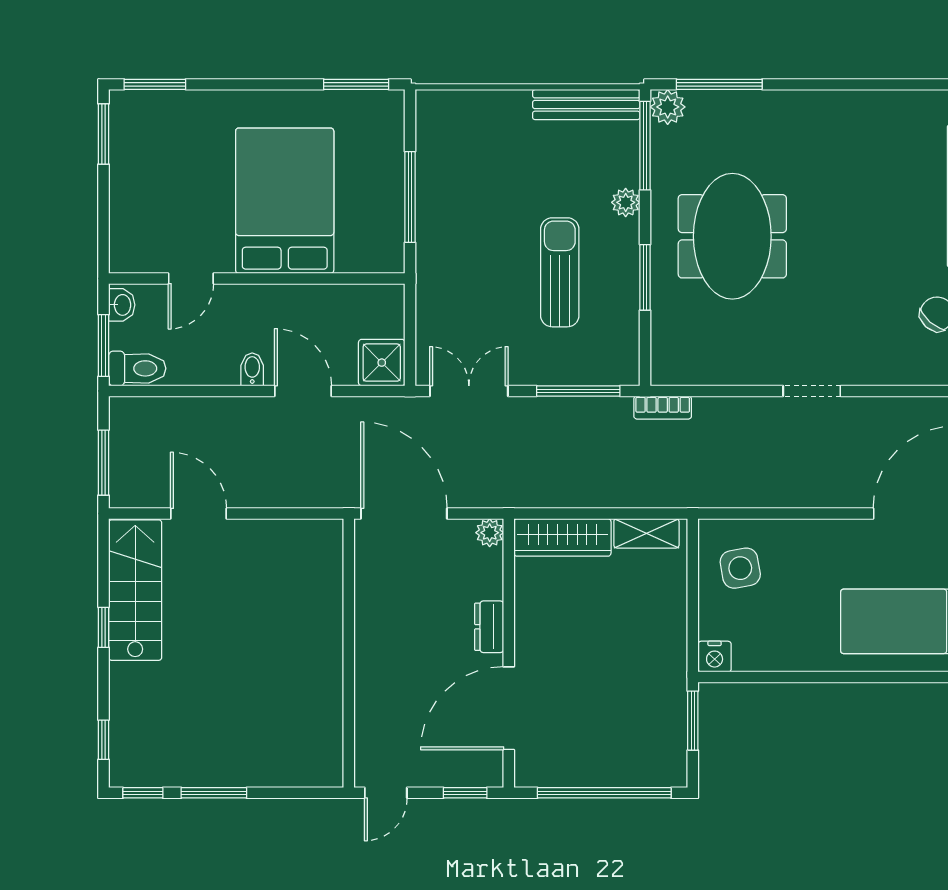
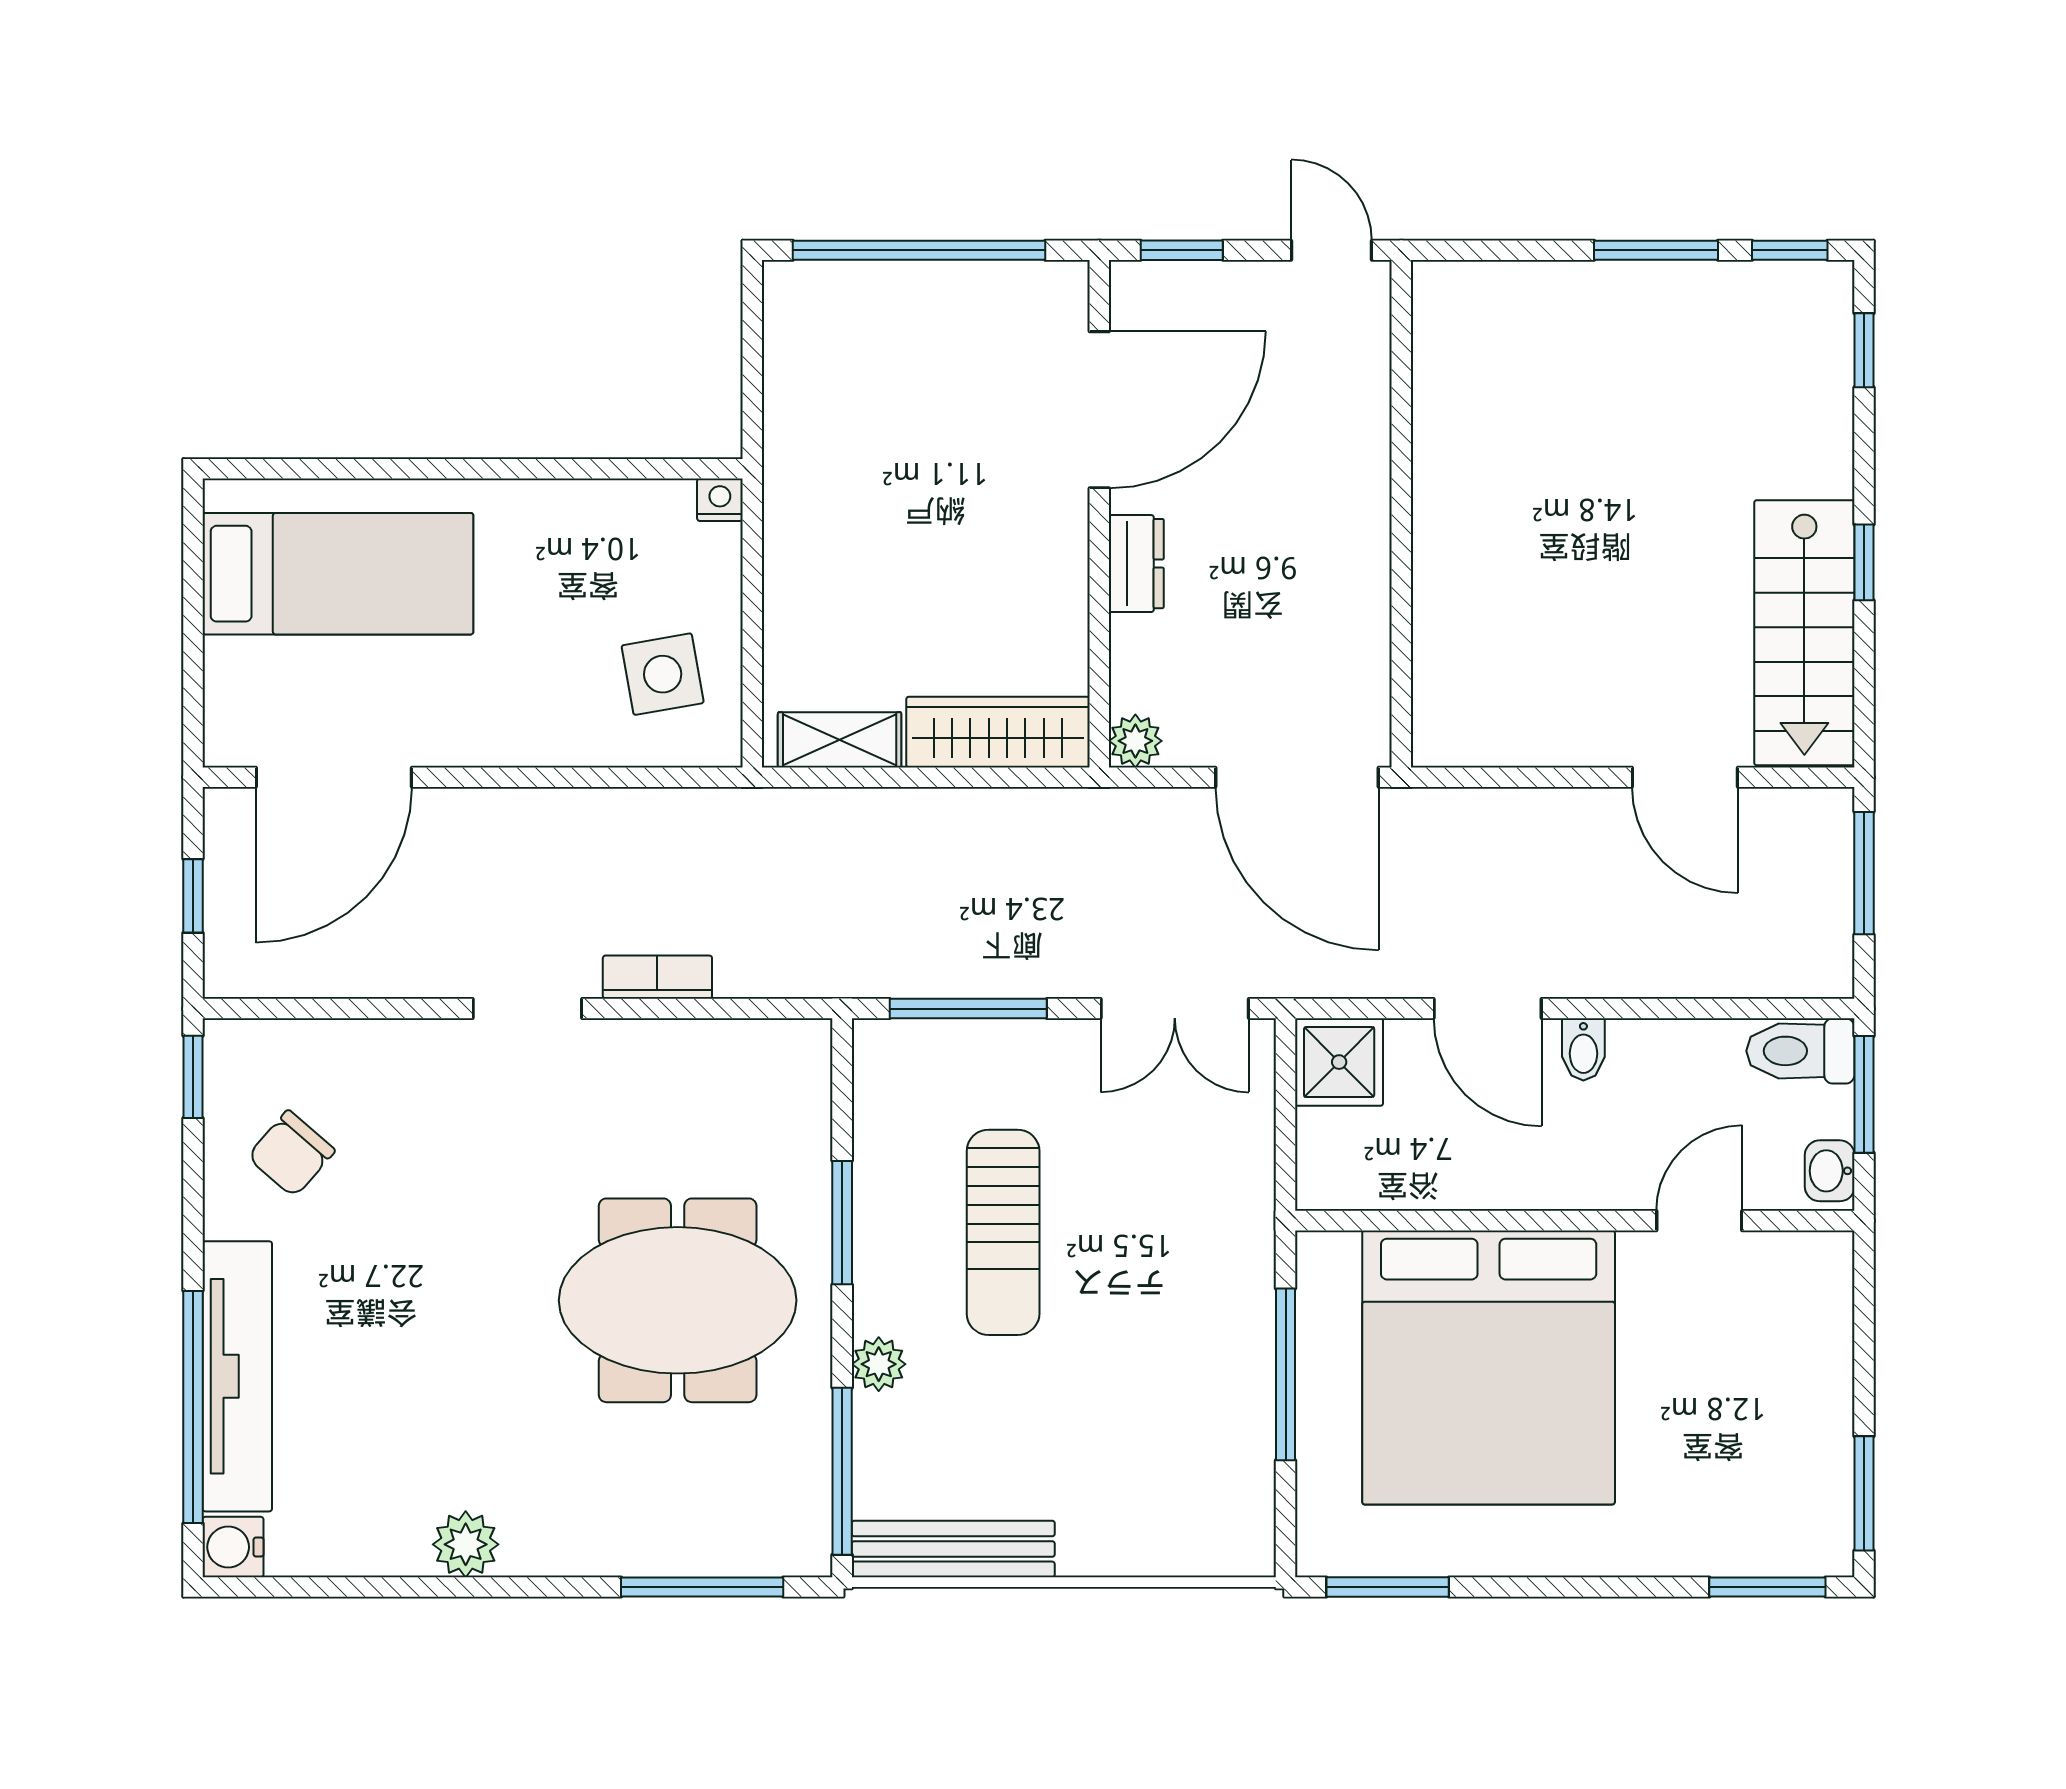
plant: (668, 107) -> (466, 1544), moved
bed: (285, 201) -> (1489, 1367), width x1.36
meeting table: (732, 236) -> (678, 1300), turned 90
bookcase: (663, 408) -> (657, 977), moved
nightstand: (715, 657) -> (720, 500), width x0.72, depth x0.74
window: (693, 721) -> (752, 386), removed
door: (386, 793) -> (1331, 250), hinge flipped

